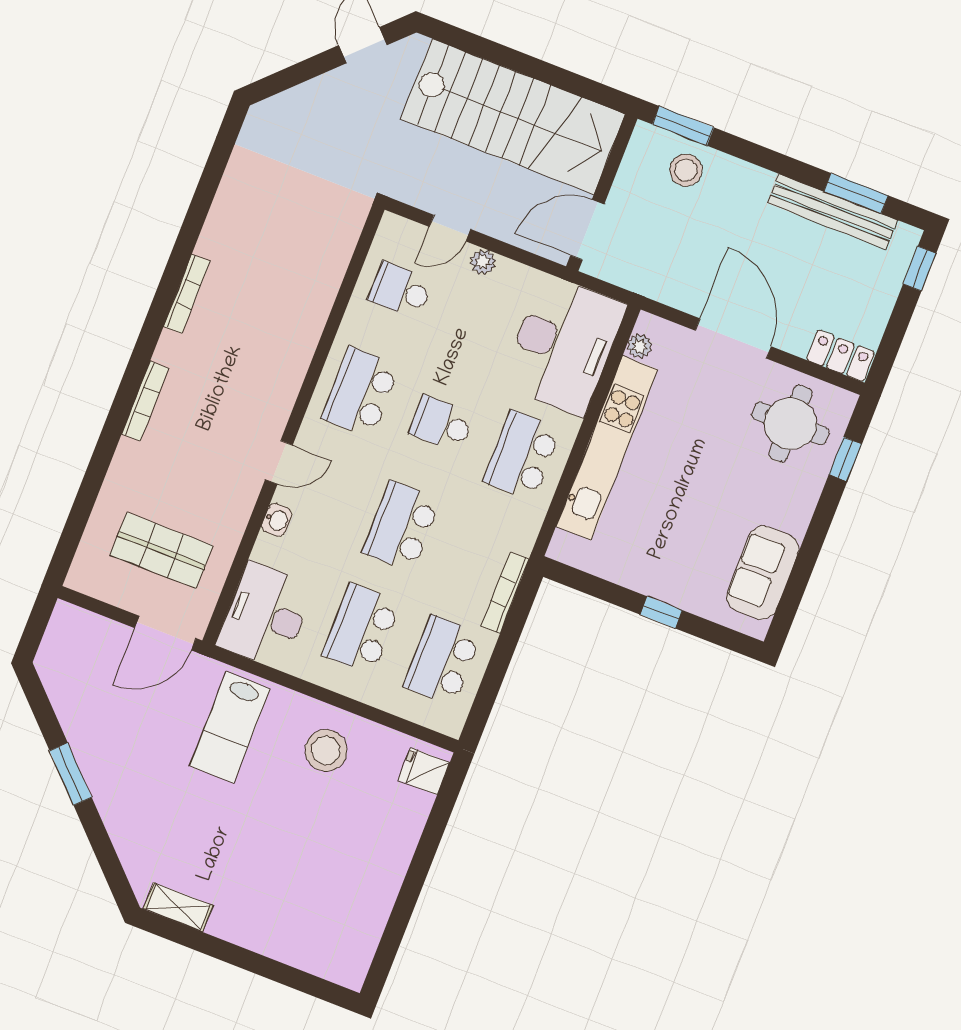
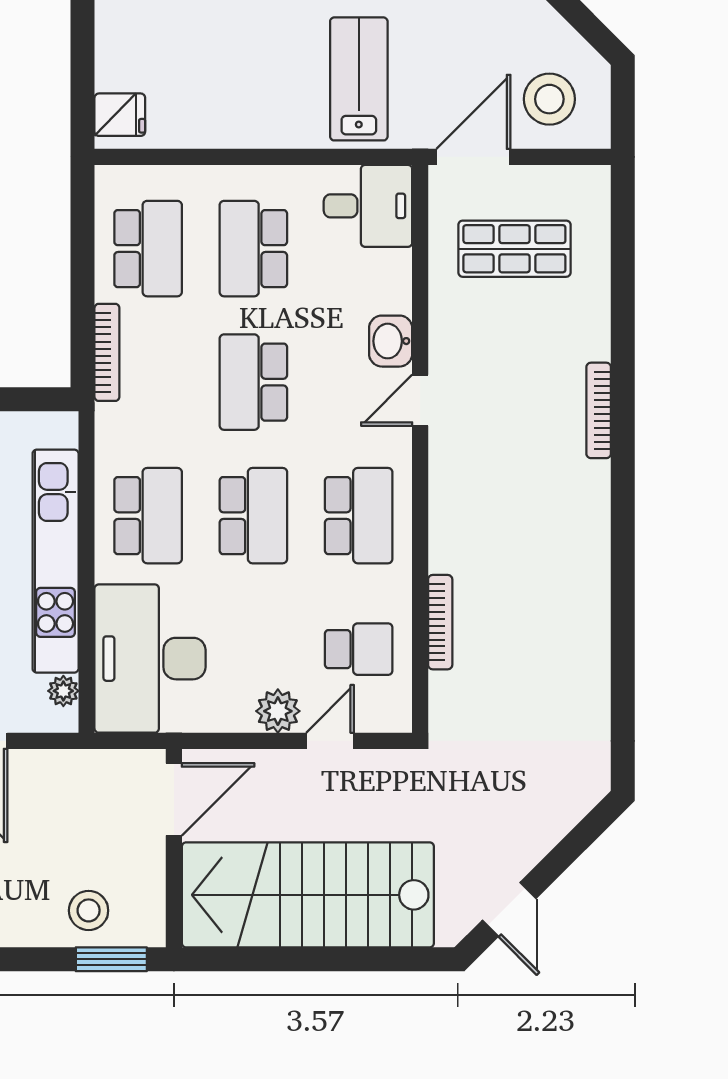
plant: (483, 262) -> (278, 711), width x1.38, depth x1.38
bookcase: (187, 294) -> (440, 622), moved, turned 180
school desk: (441, 424) -> (253, 516), width x1.85
washbasin: (277, 520) -> (391, 341), width x1.38, depth x1.45
school desk: (402, 526) -> (253, 382), turned 180
desk: (265, 615) -> (368, 206), width x0.73
school desk: (362, 629) -> (253, 249), turned 180
stool: (326, 750) -> (549, 99), moved

